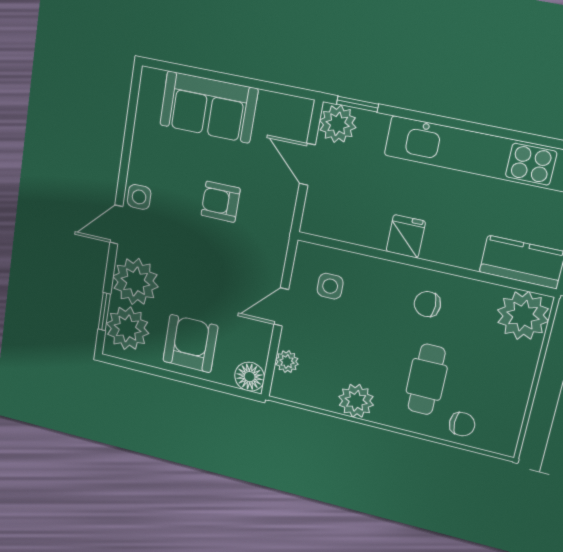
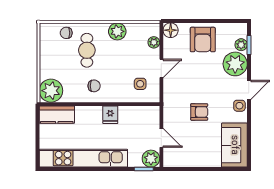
sofa: (208, 107) -> (234, 145), moved, turned -90
plant: (127, 328) -> (241, 45), width x0.53, depth x0.53

